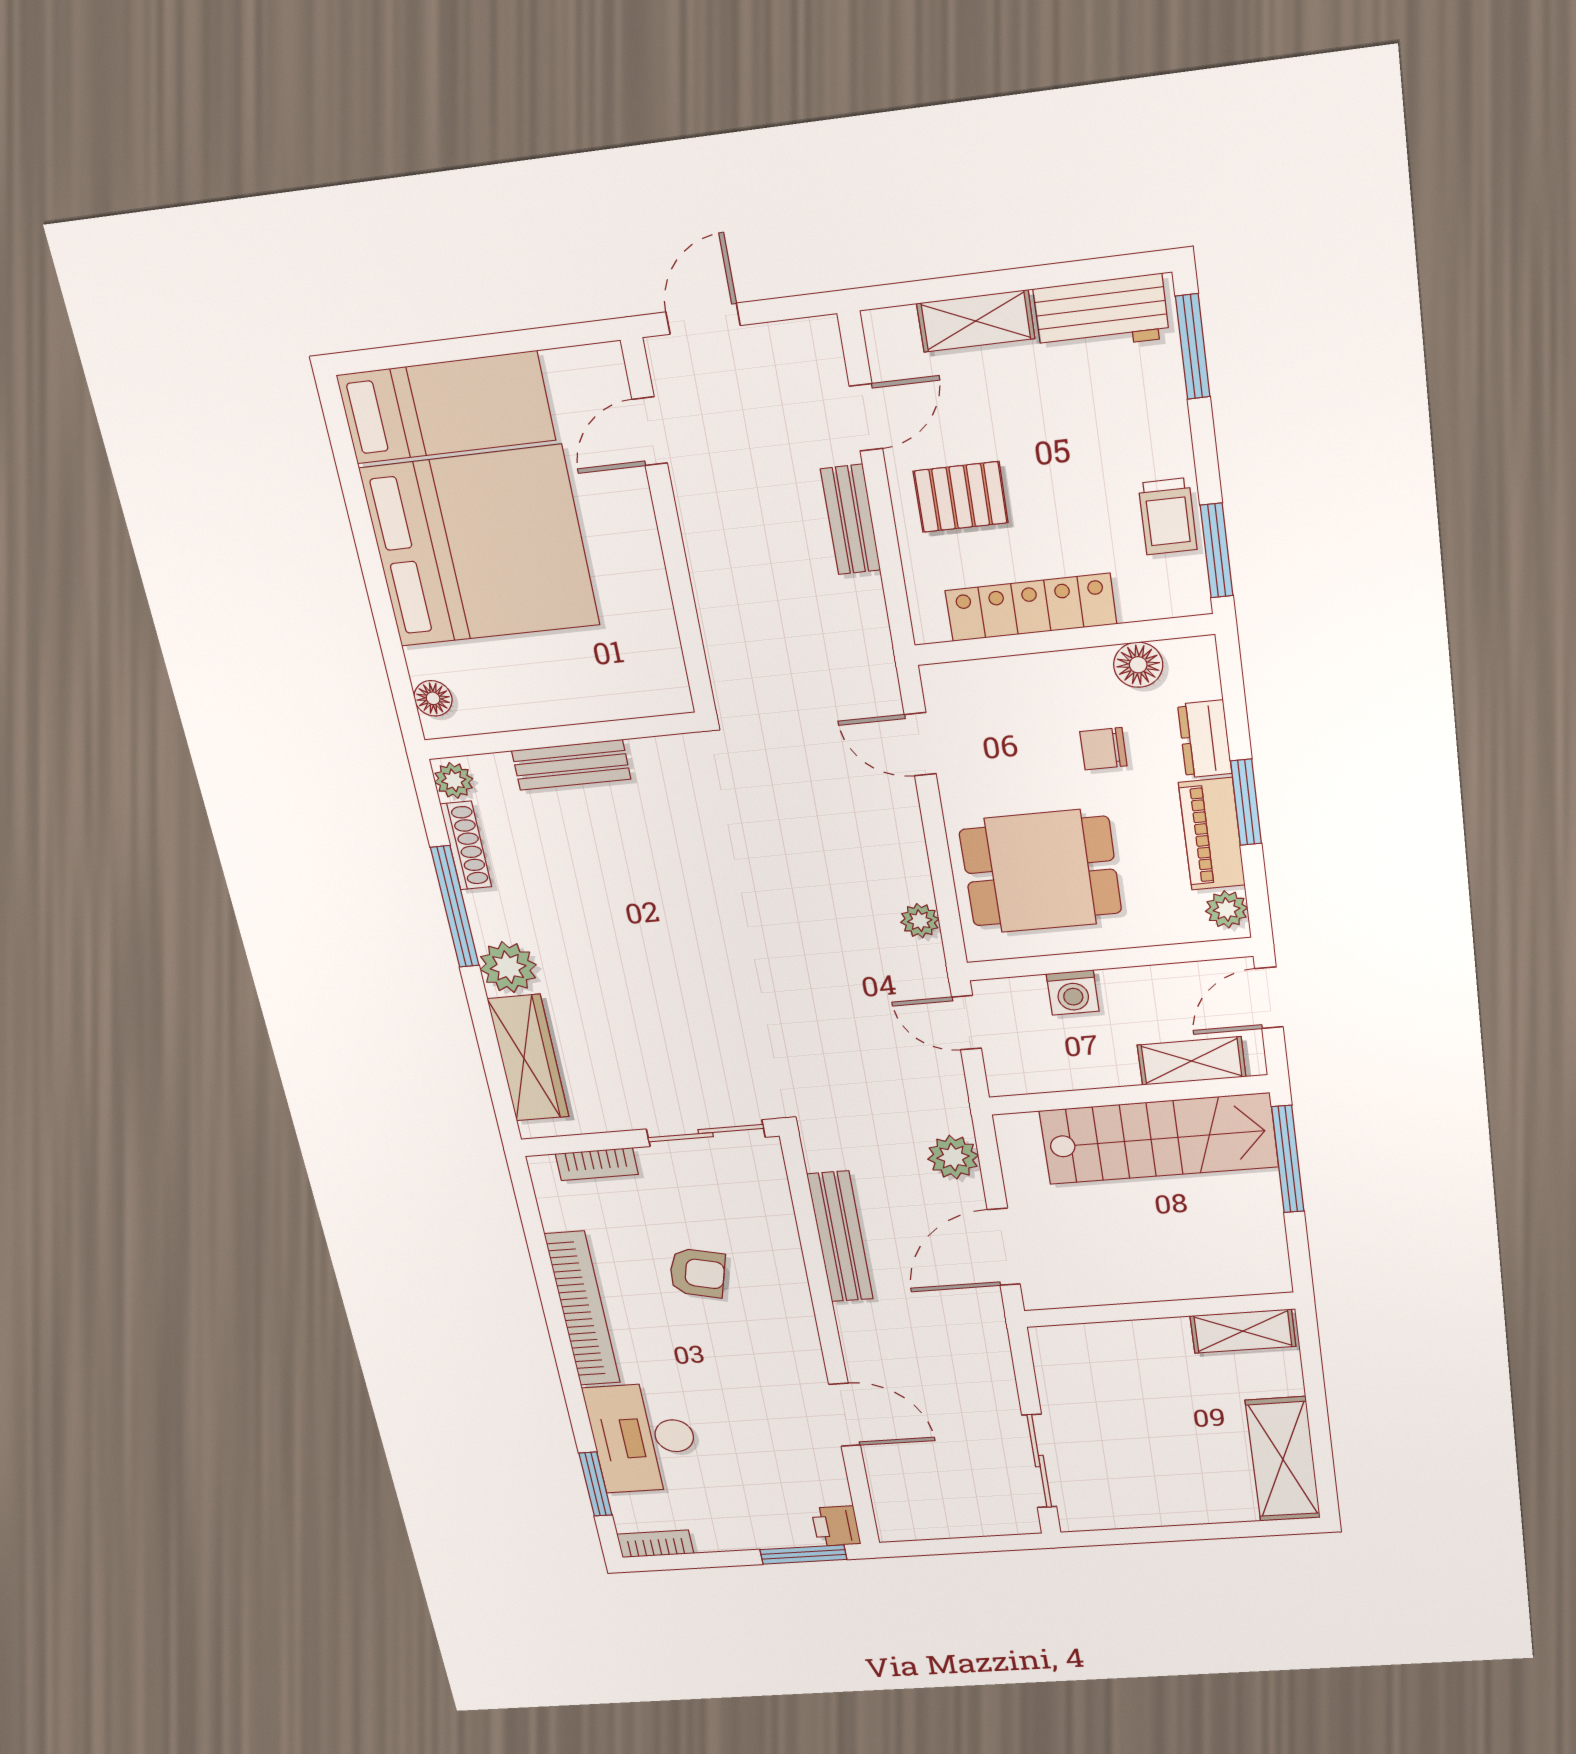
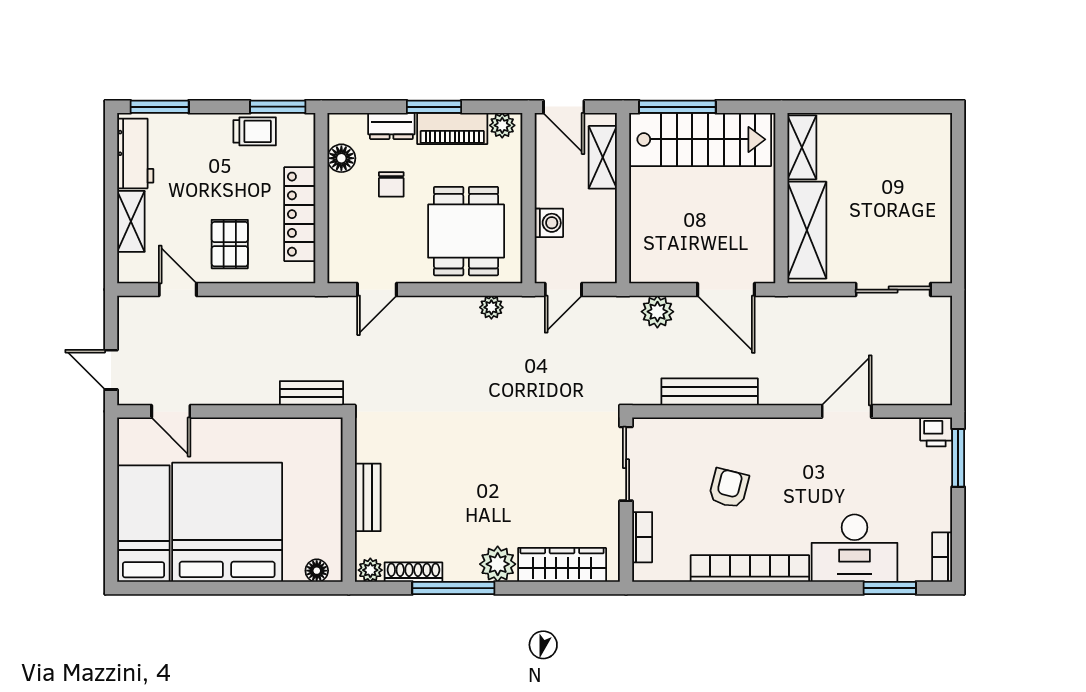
bench: (851, 520) -> (311, 393), moved
stairs: (1159, 1139) -> (700, 139), moved, turned 90
shelving: (1283, 1459) -> (807, 230), moved, turned 90

